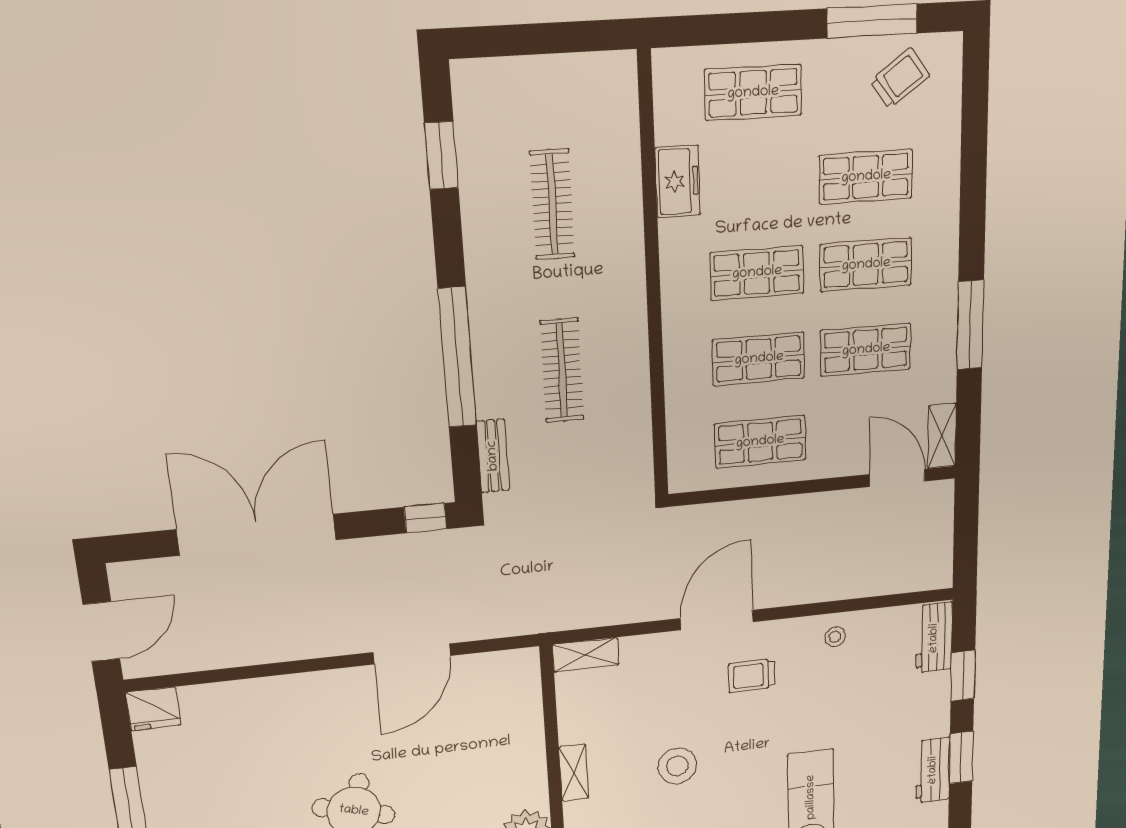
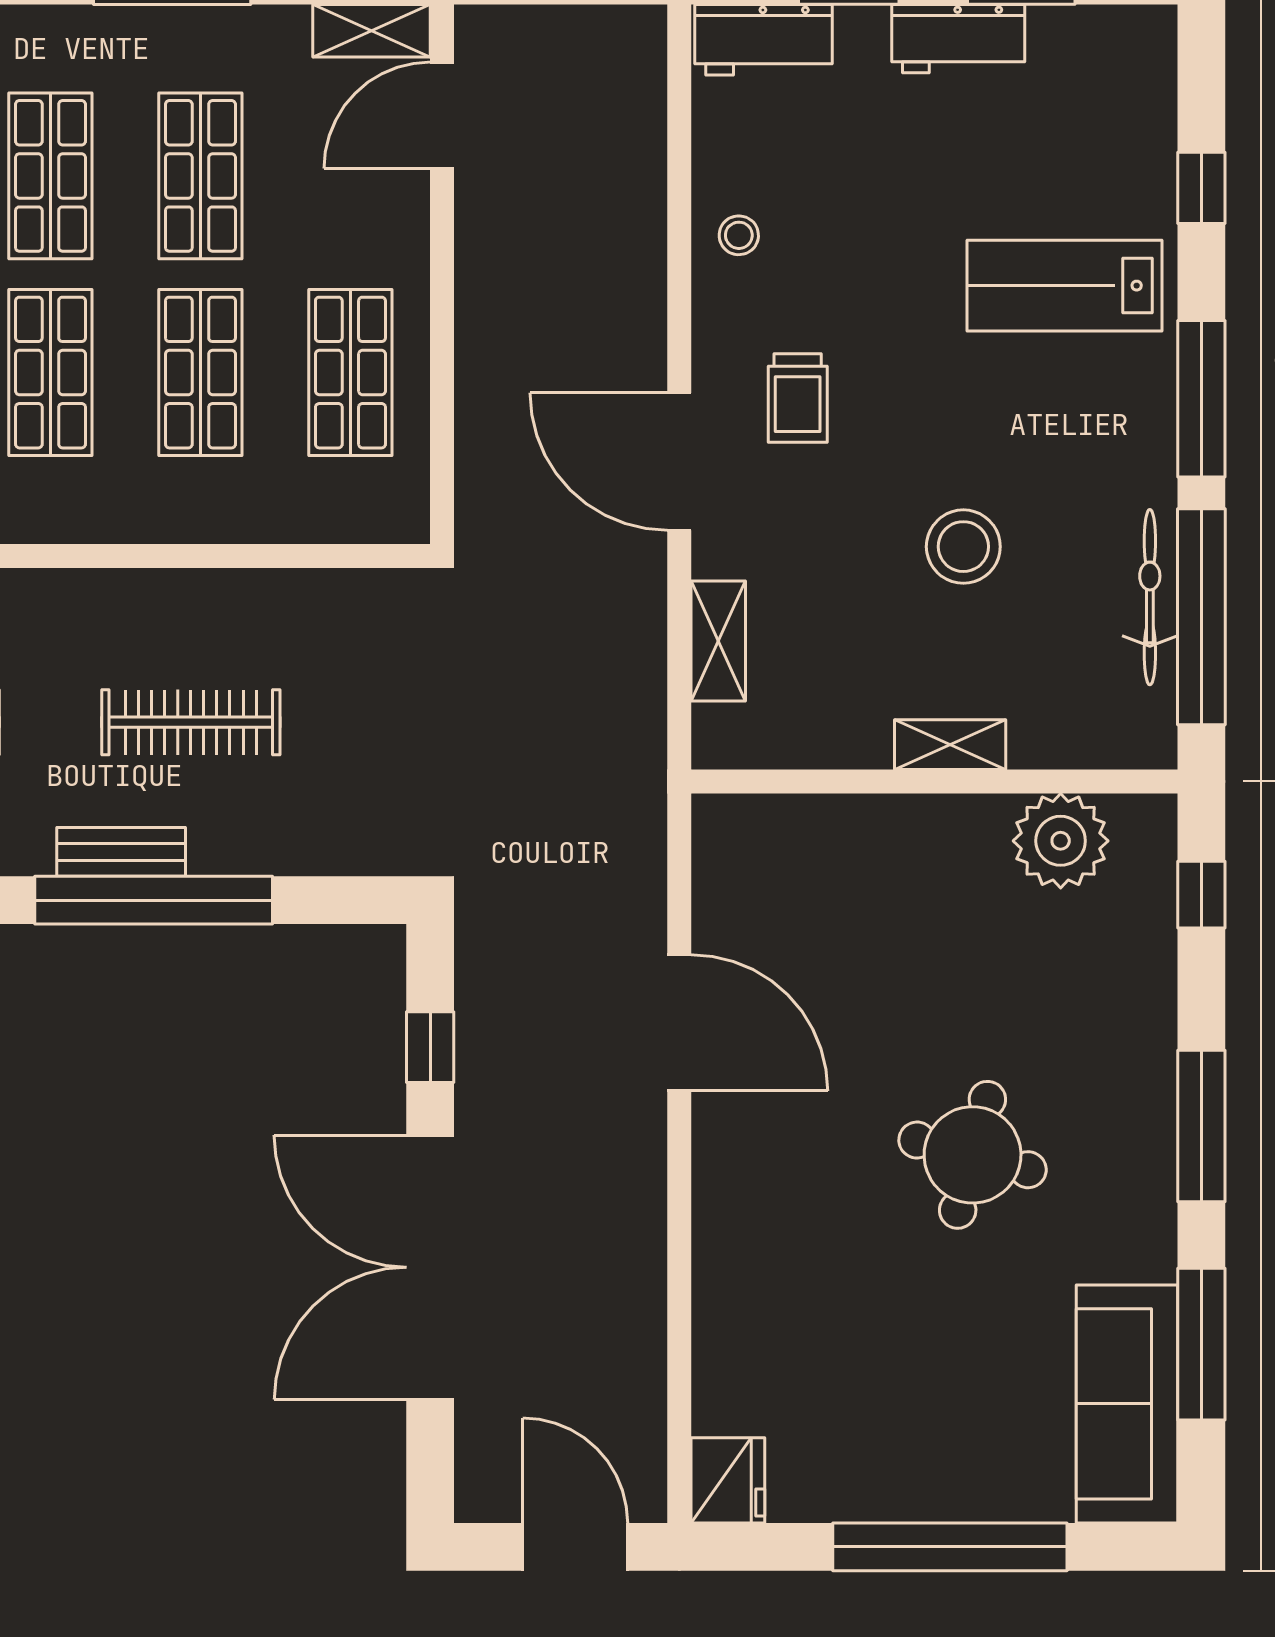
bench: (493, 456) -> (121, 852), moved
window: (425, 518) -> (430, 1047), moved
shelving: (585, 655) -> (718, 641), moved
workbench: (933, 770) -> (958, 39), moved

